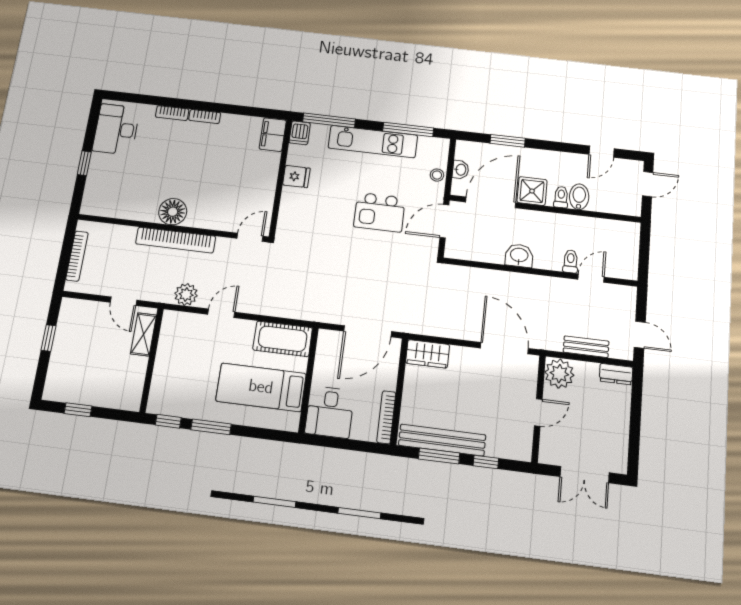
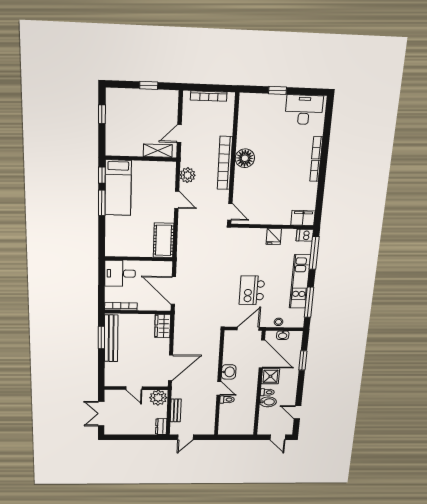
door: (444, 221) -> (248, 329), hinge flipped
door: (591, 278) -> (219, 388), moved
bed: (261, 387) -> (118, 188), moved, turned 180
window: (486, 462) -> (101, 363), removed

